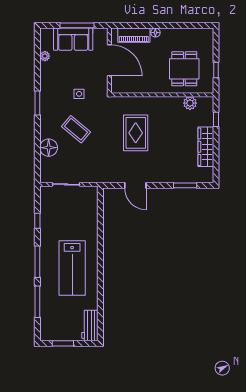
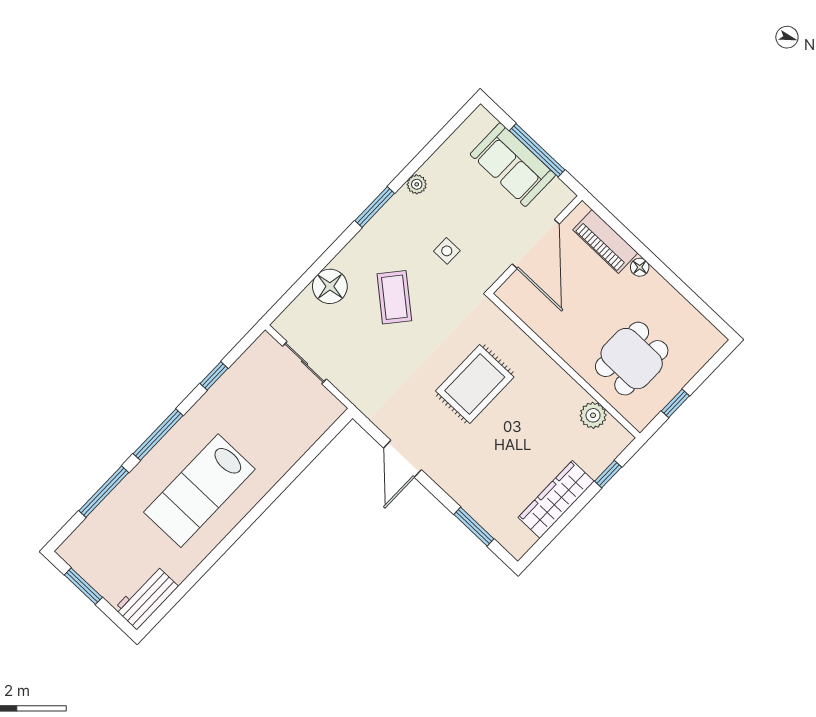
plant: (45, 56) -> (417, 184), moved

